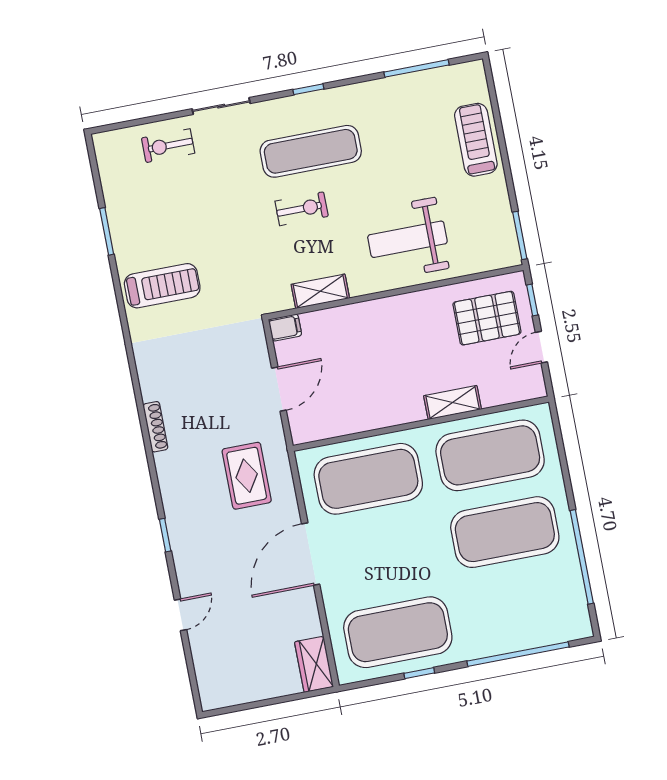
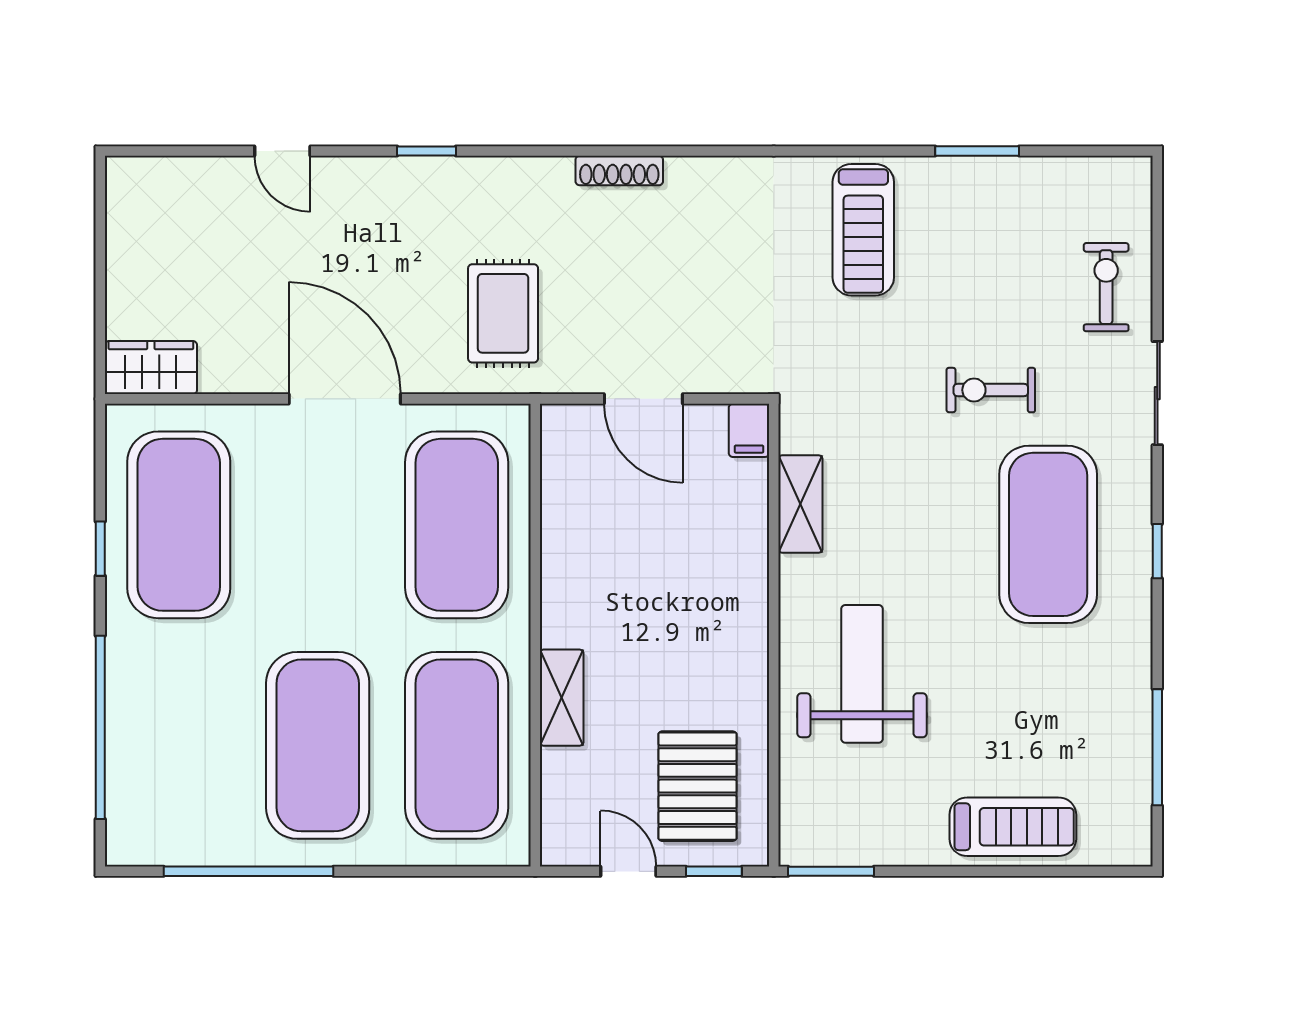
exercise mat: (311, 151) -> (1048, 534), width x1.47
exercise bike: (302, 209) -> (991, 390), moved, turned 90
rug: (247, 476) -> (503, 313), turned 90

